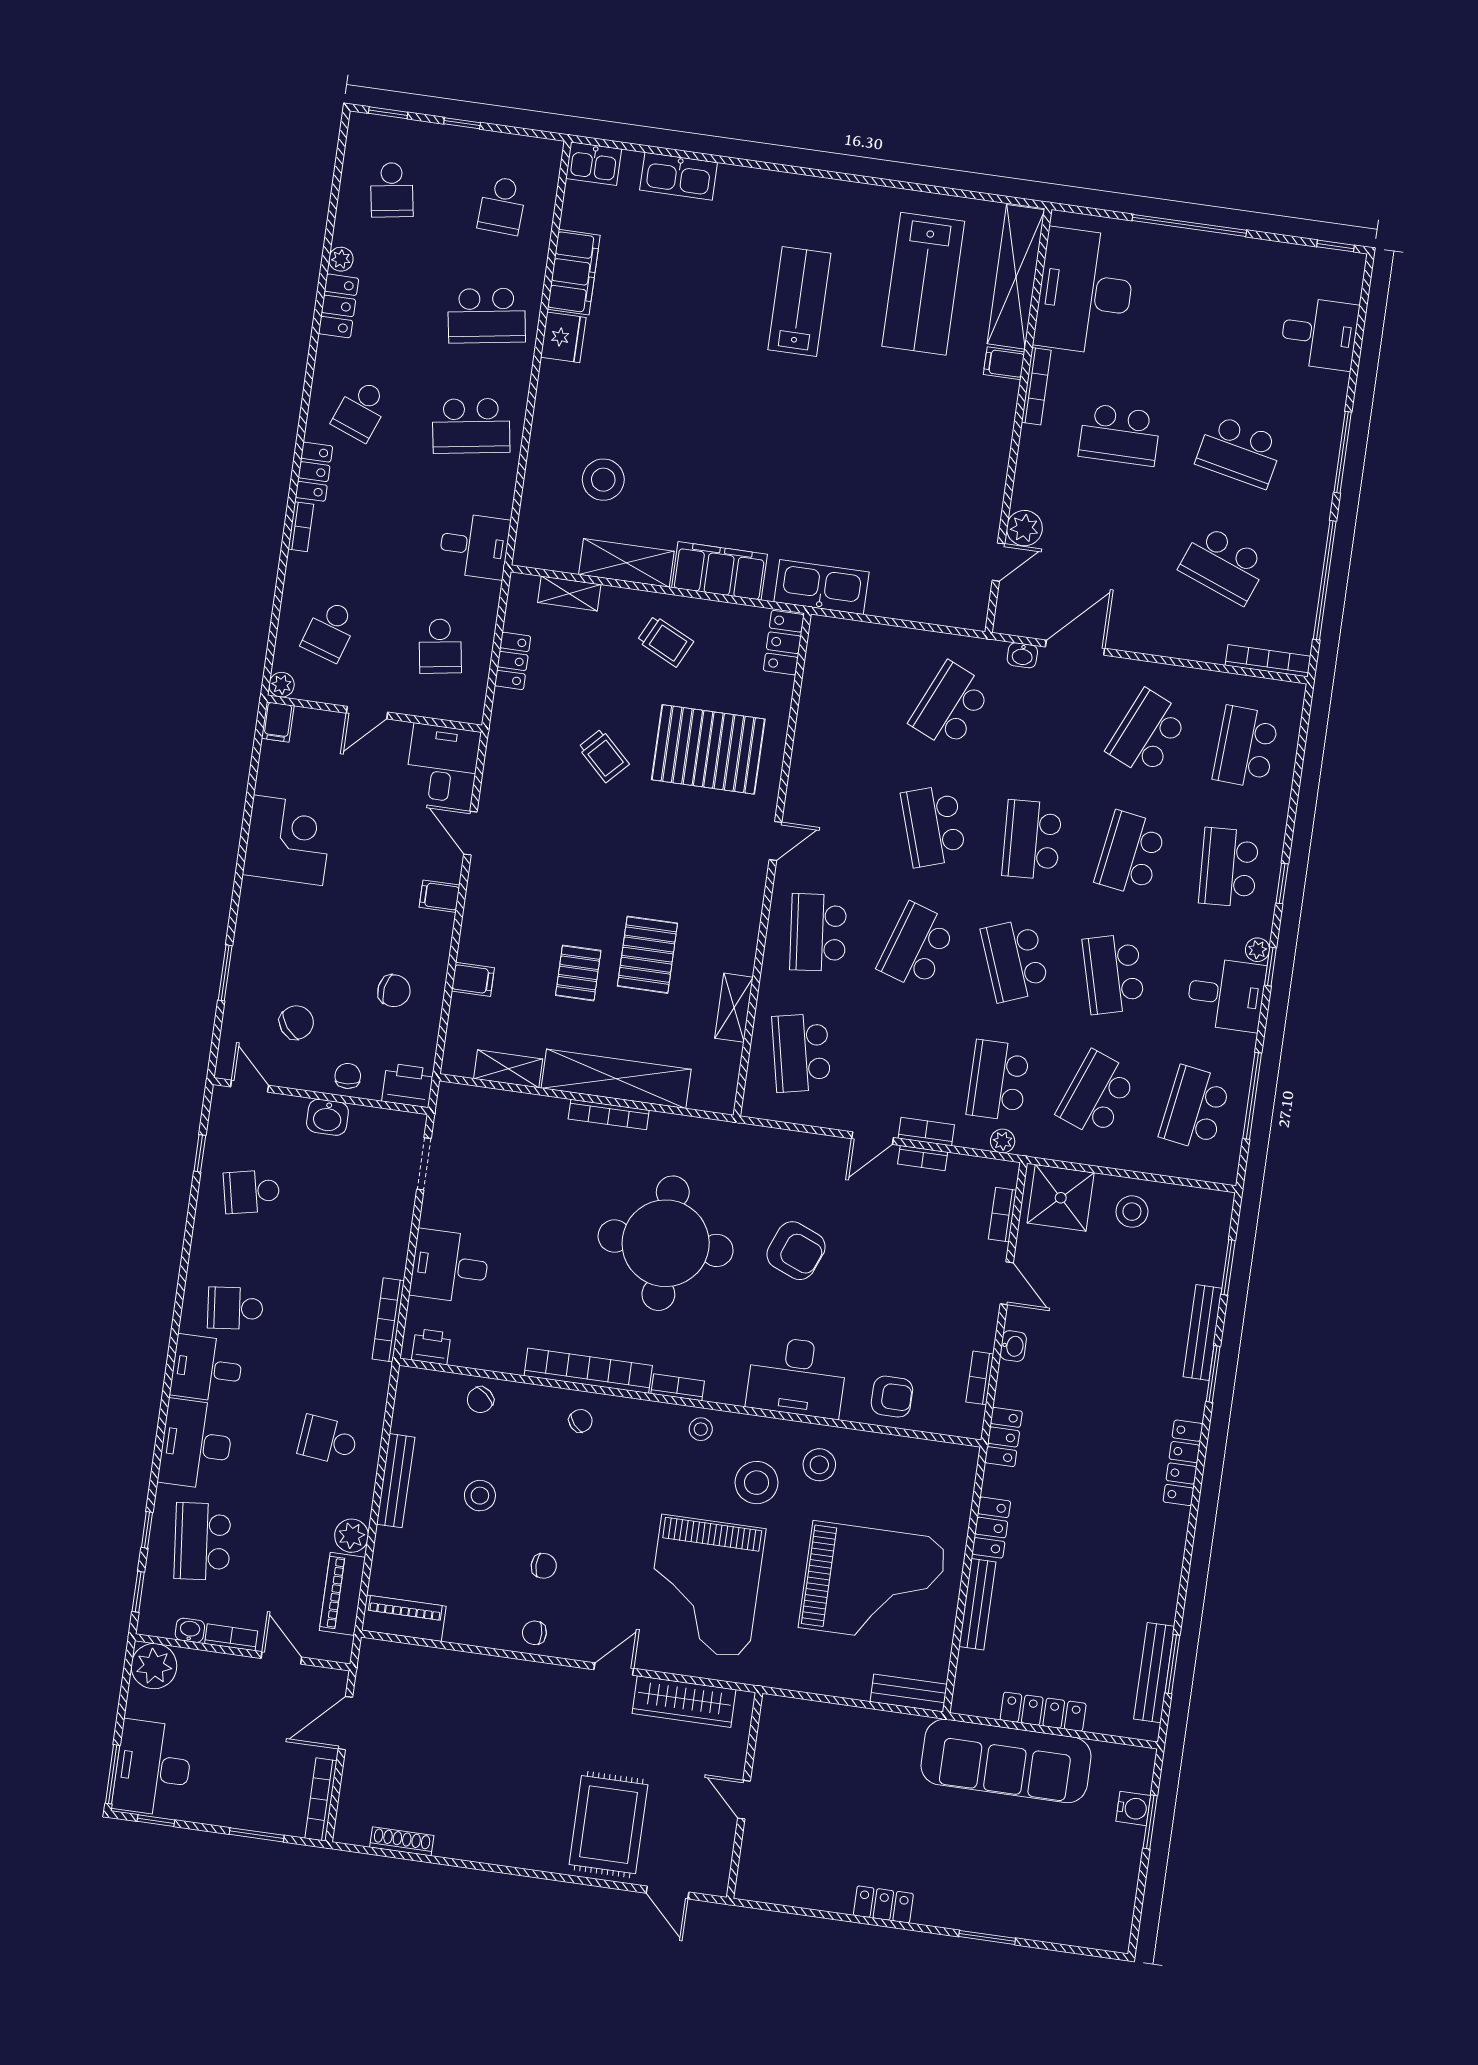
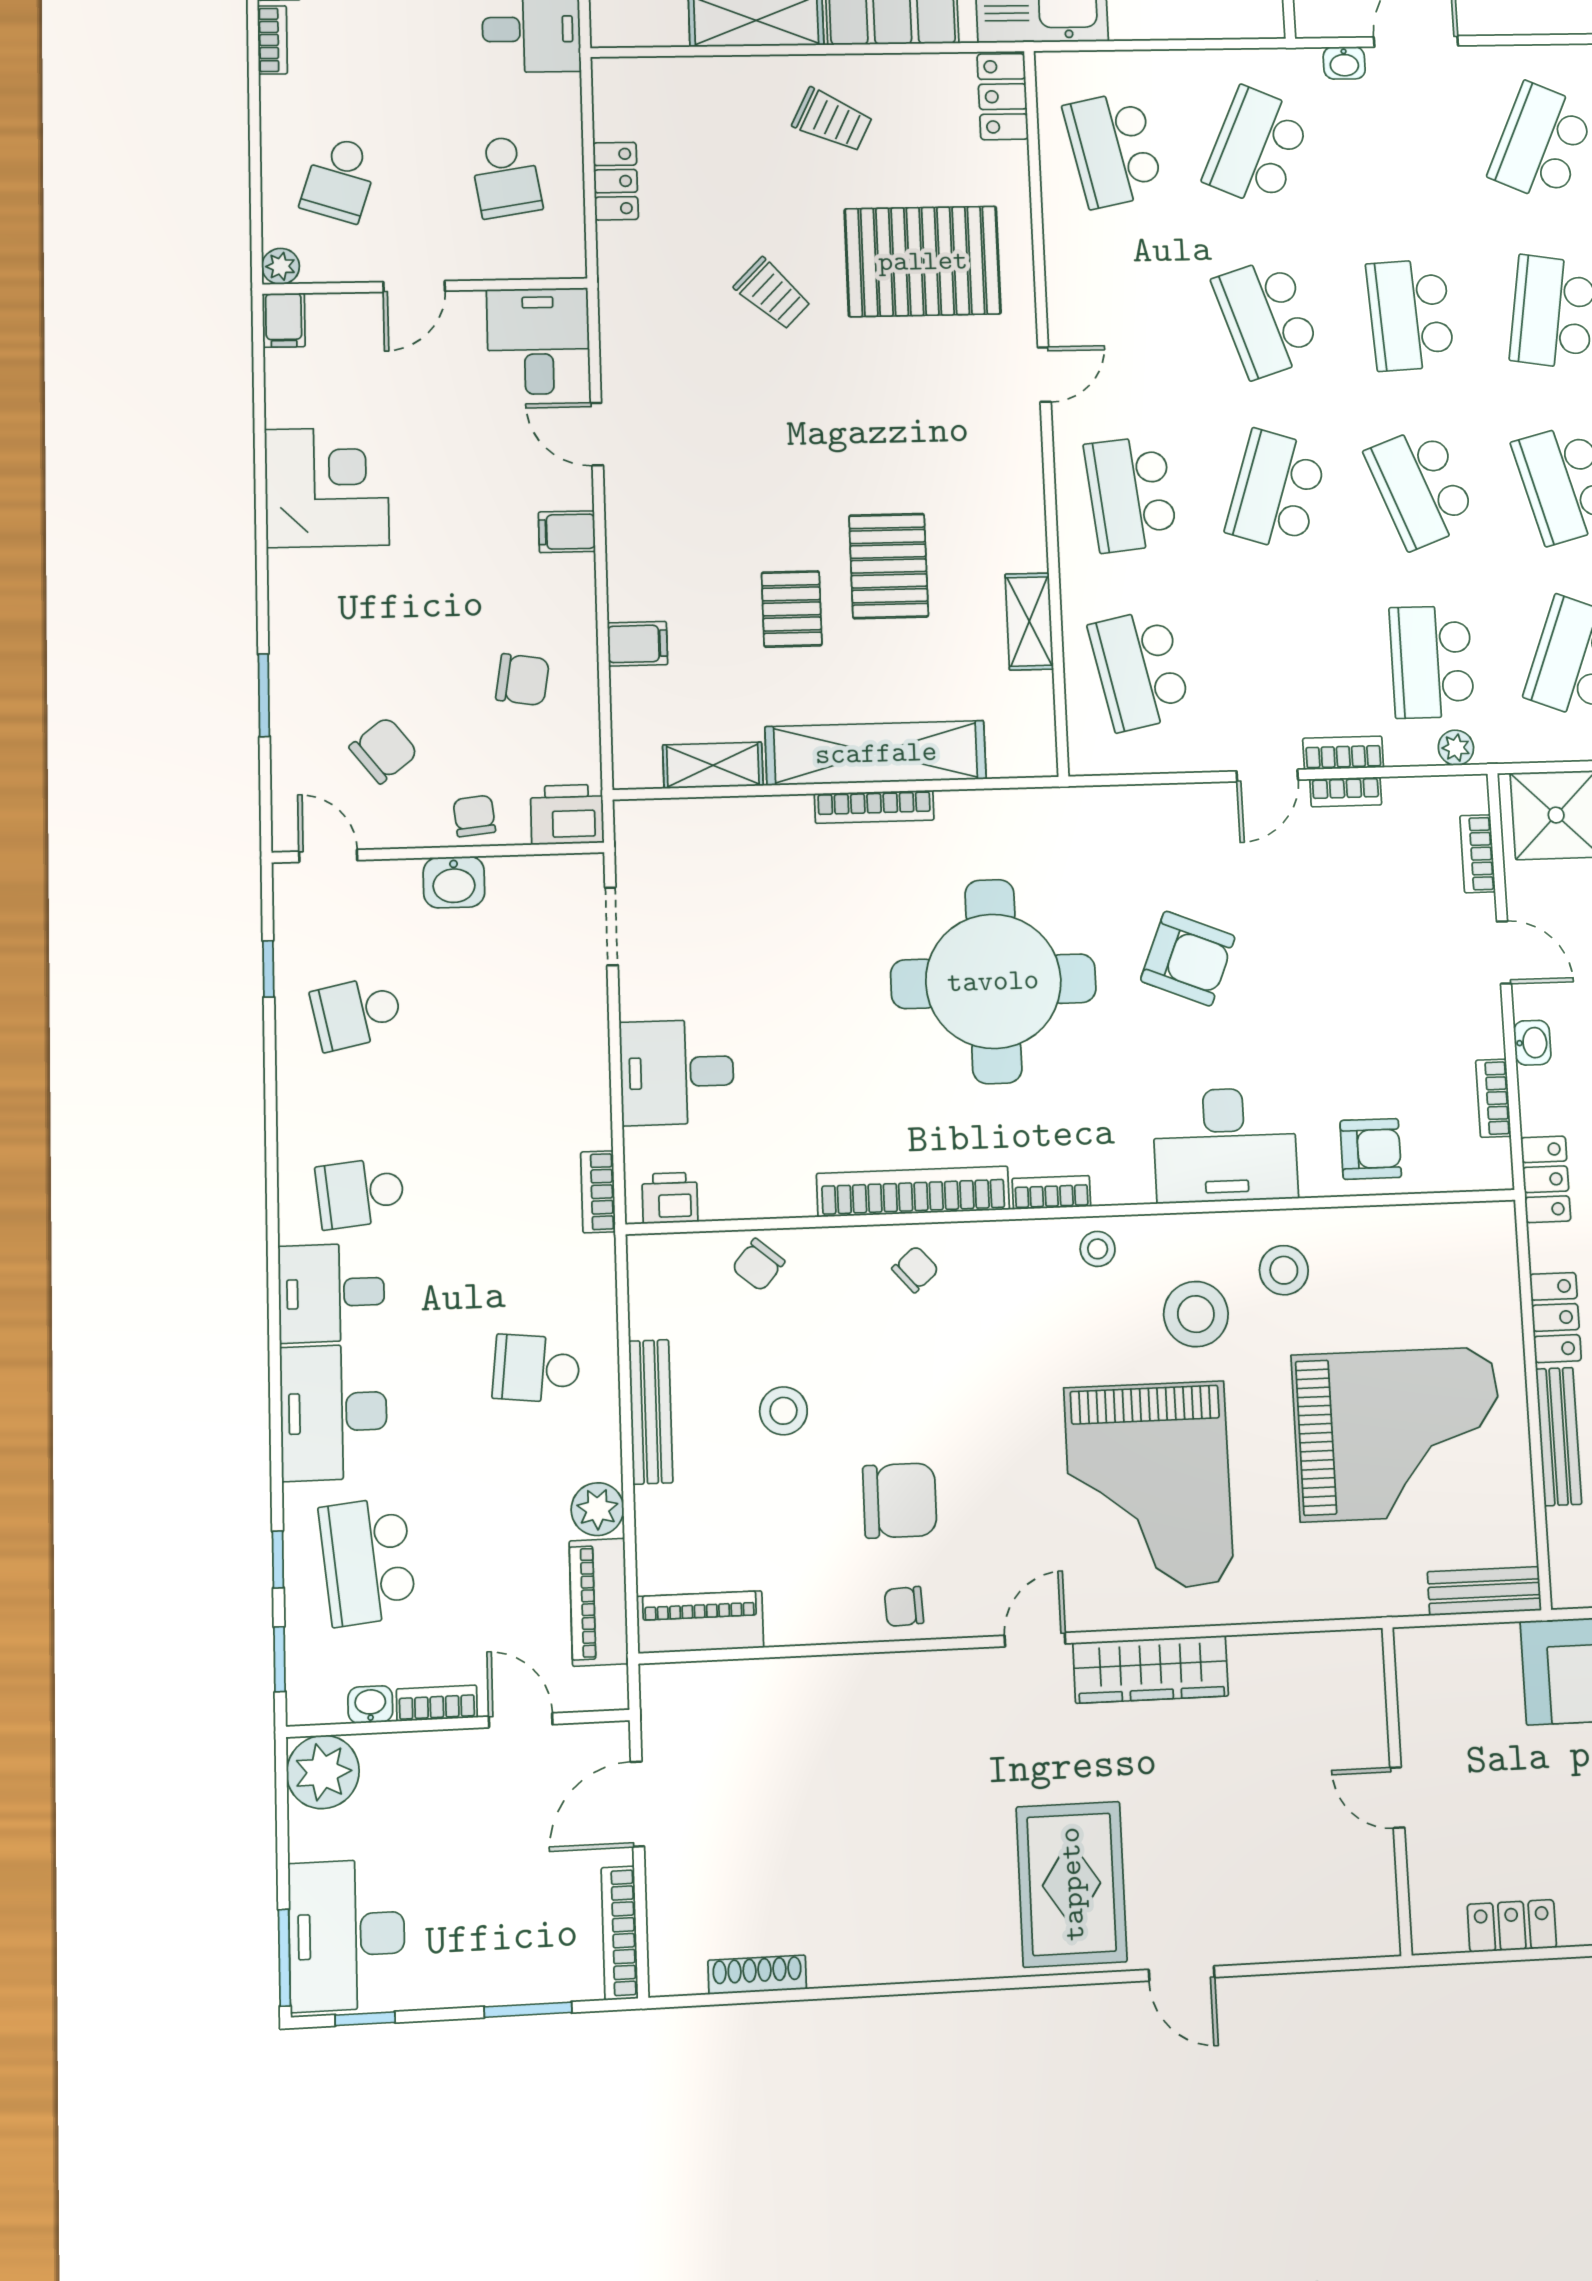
shelving: (569, 593) -> (681, 75), removed
school desk: (852, 692) -> (1113, 149), added
bookcase: (388, 1320) -> (598, 1192), width x0.64
chair: (544, 1566) -> (900, 1501), width x1.87, depth x1.87
wall: (745, 1795) -> (1397, 1791), moved
door: (744, 1800) -> (1397, 1798), moved

